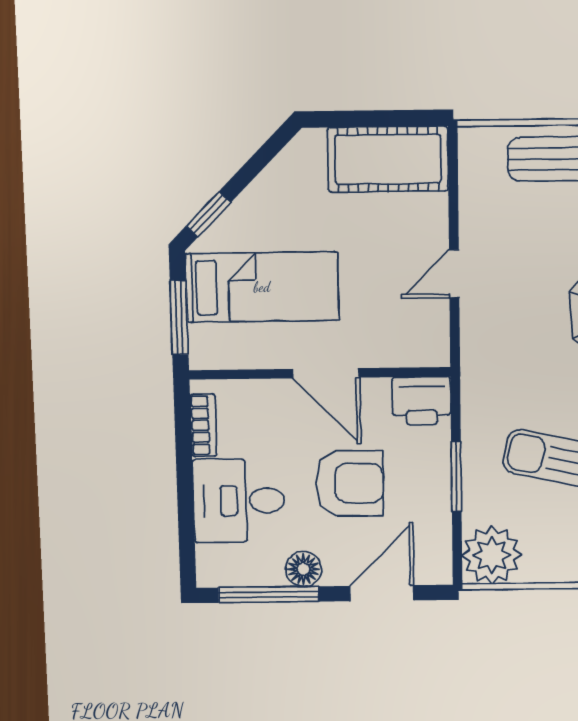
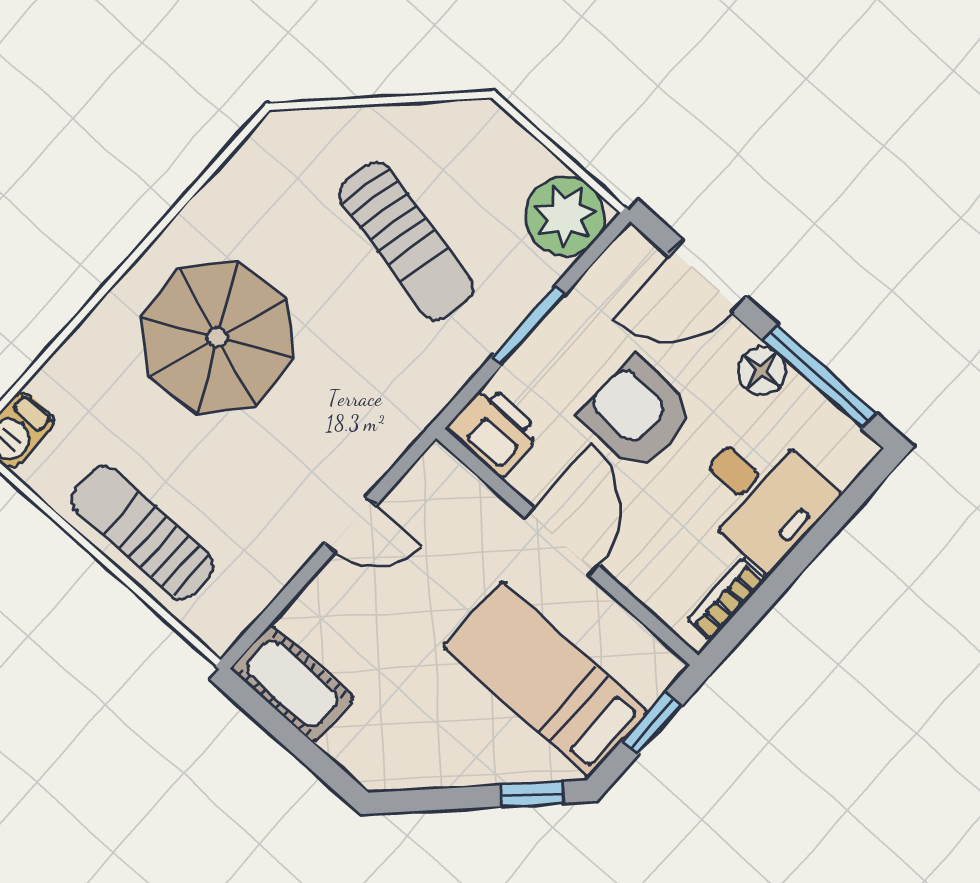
cot: (388, 159) -> (292, 683), width x0.73, depth x0.75
window: (179, 317) -> (652, 723), width x0.67

